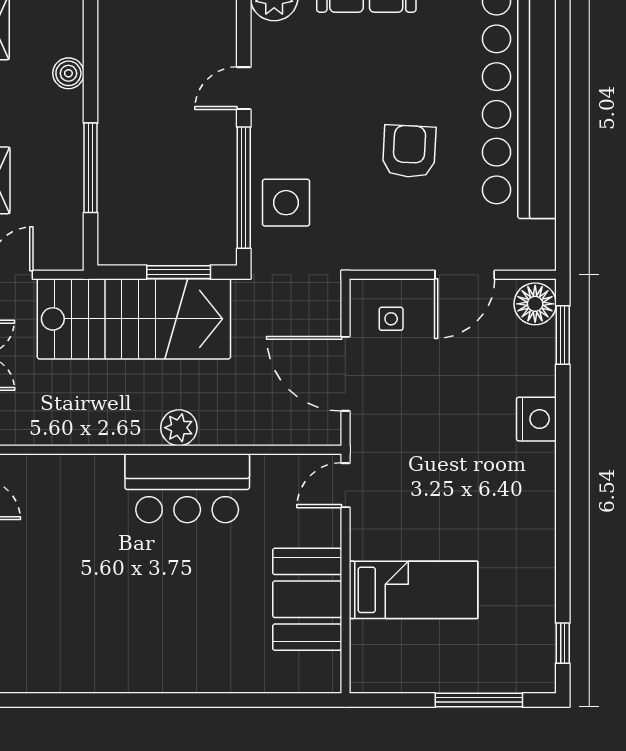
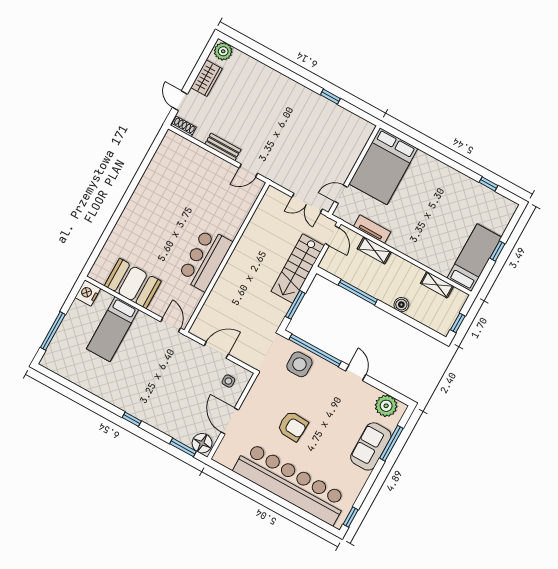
stairs: (134, 319) -> (298, 268), width x0.73, depth x0.66
door: (345, 374) -> (216, 350), width x0.73
nightstand: (536, 419) -> (88, 293), moved, turned 90
plant: (179, 428) -> (232, 270), removed
window: (563, 643) -> (132, 419), moved

